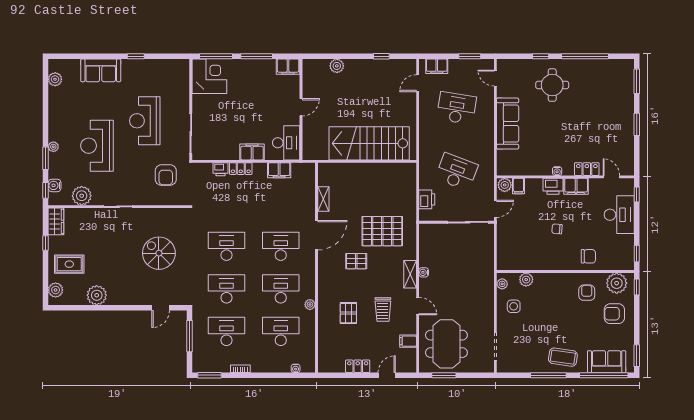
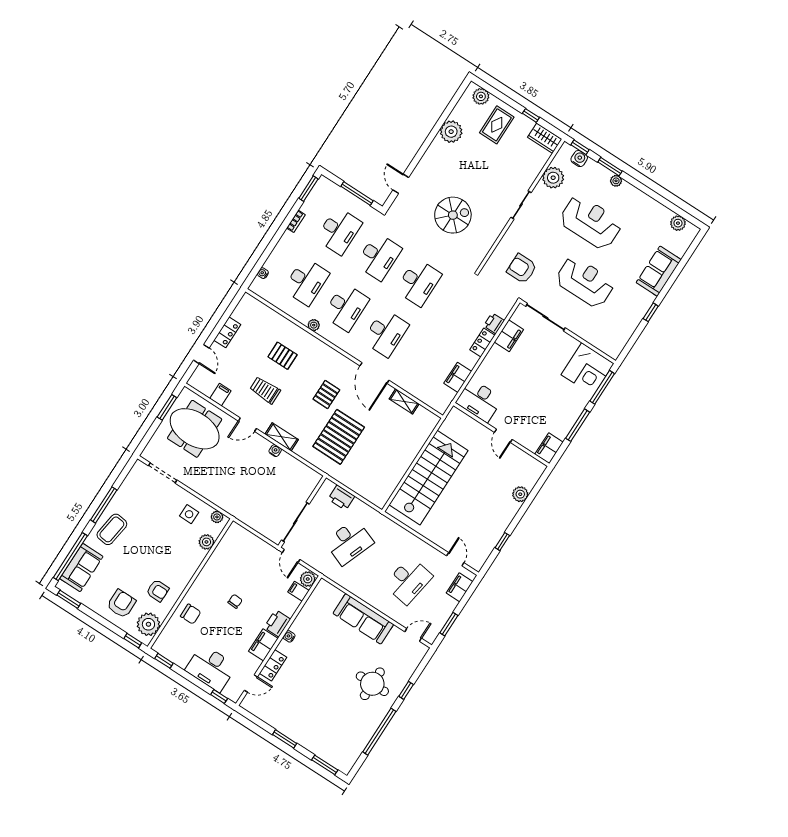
filing cabinet: (252, 152) -> (509, 336), moved
chair: (588, 256) -> (191, 614), turned -90

